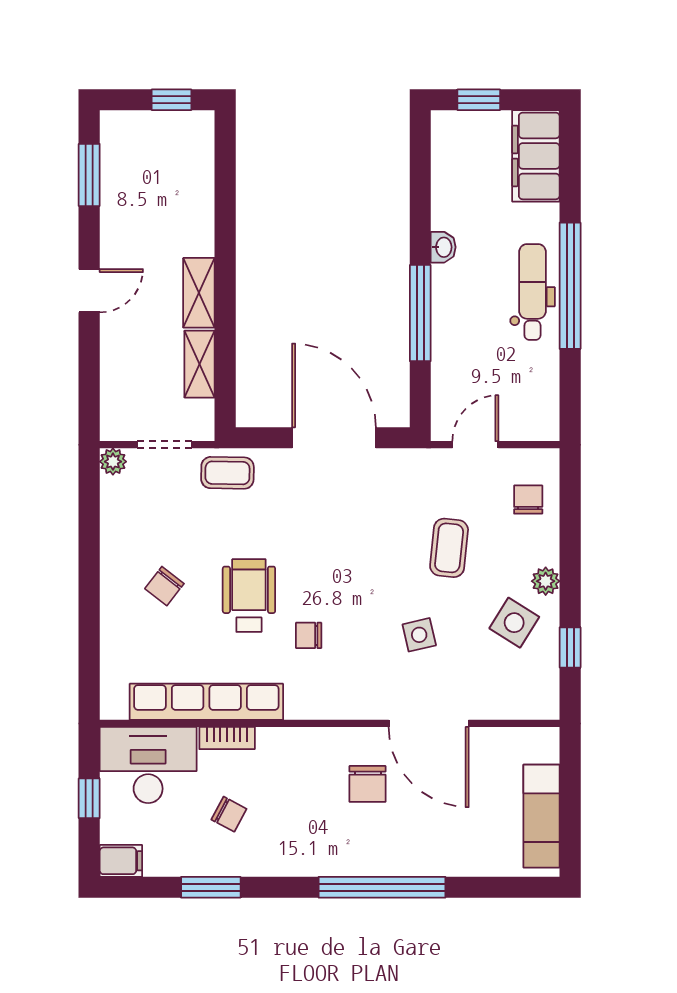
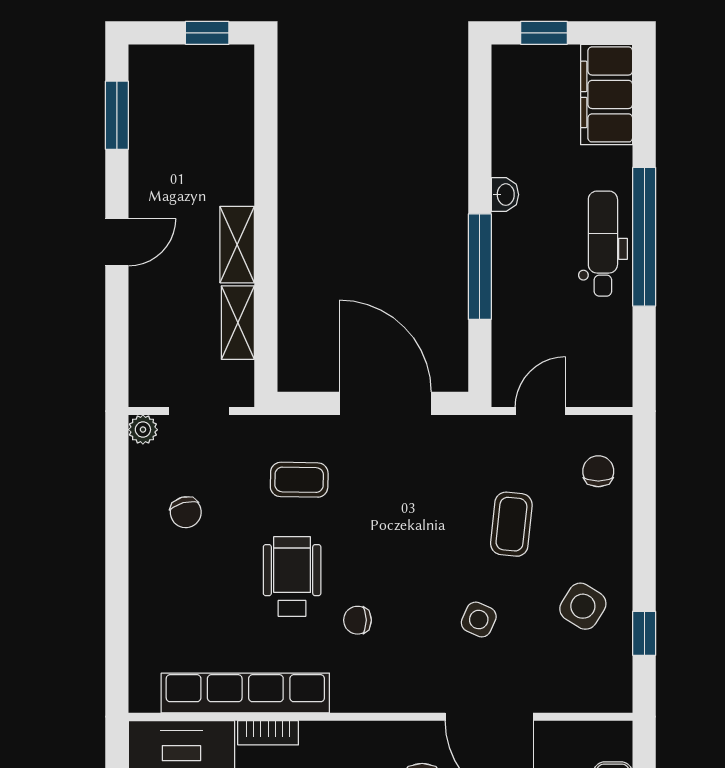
coffee table: (227, 473) -> (299, 480), moved
plant: (546, 581) -> (617, 561), removed
chair: (164, 586) -> (186, 512), moved, turned -53
side table: (419, 635) -> (479, 620), turned 37

